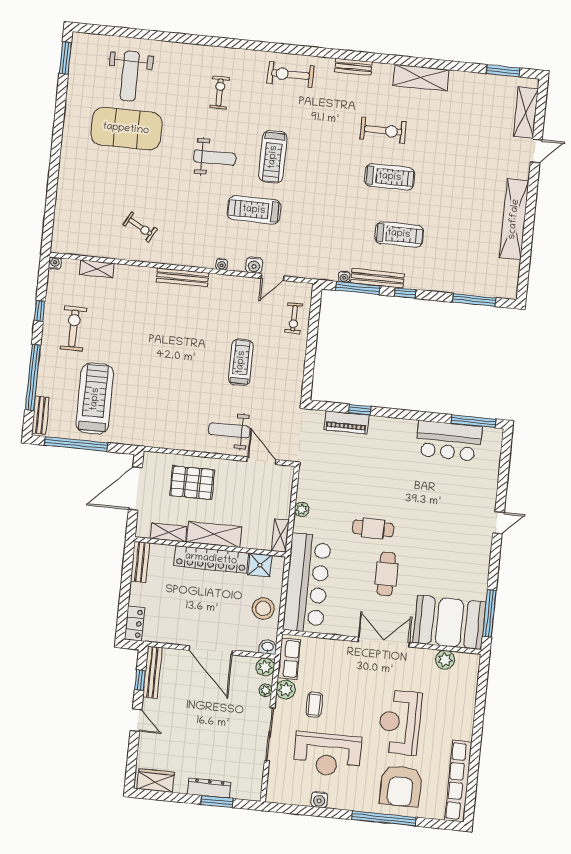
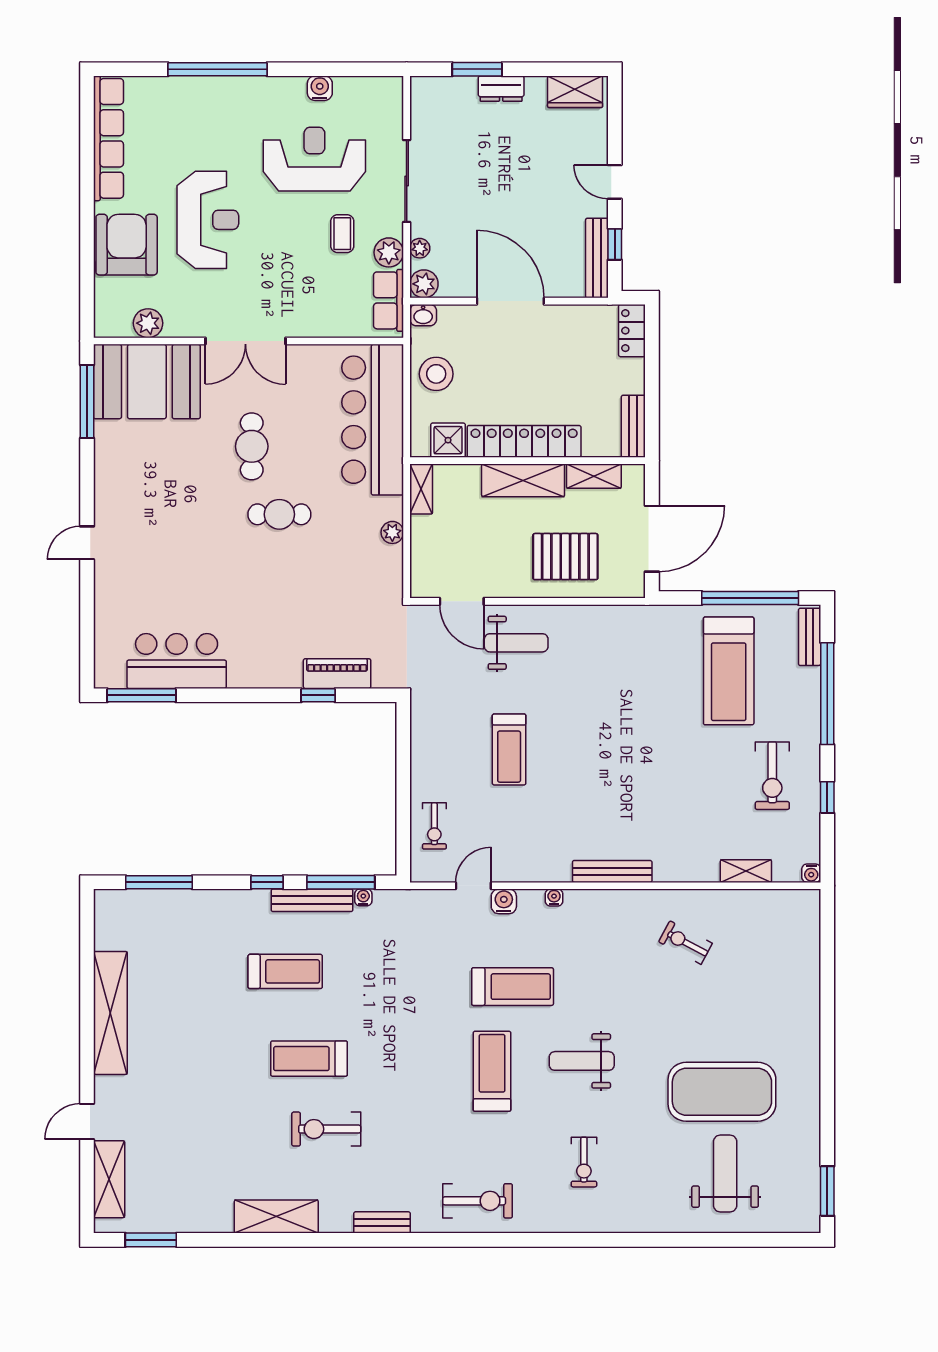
treadmill: (399, 234) -> (285, 971), turned 180
exercise bike: (294, 318) -> (434, 826), turned 180
armchair: (401, 786) -> (127, 245), moved
dresser: (209, 788) -> (501, 89), width x0.70

